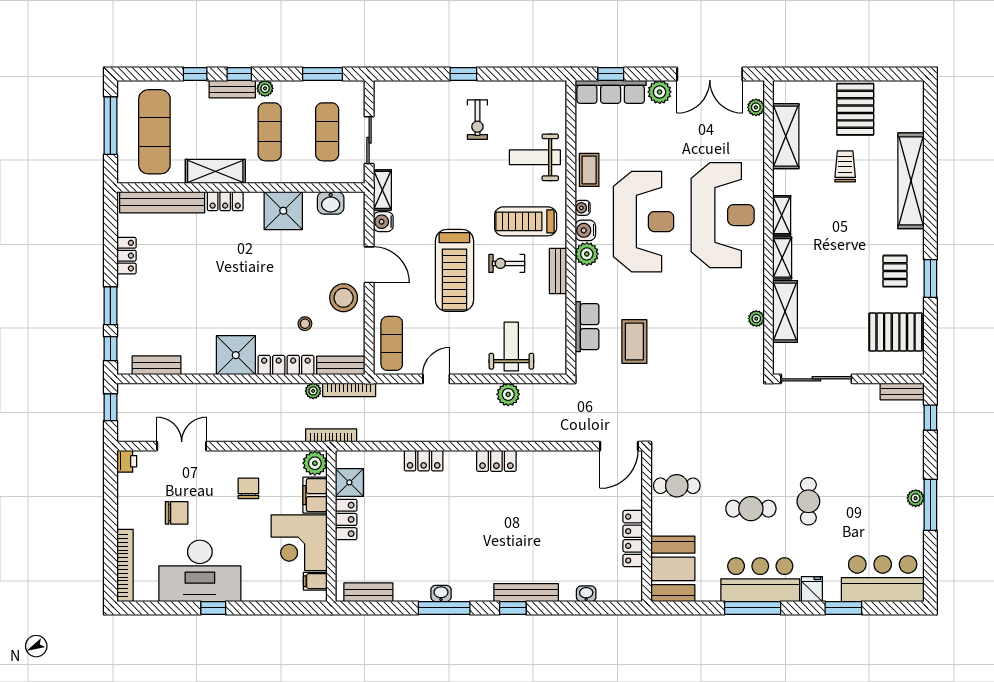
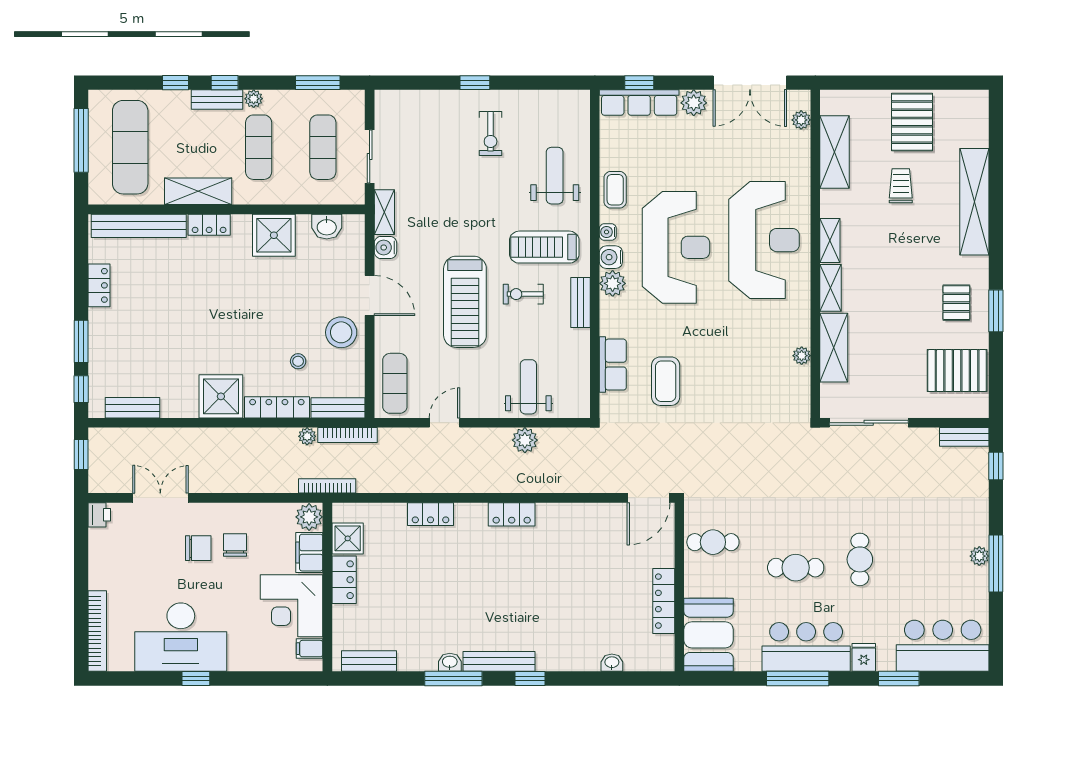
weight bench: (535, 157) -> (555, 176), turned 90
chair: (177, 513) -> (198, 548), moved
bench: (526, 593) -> (499, 661), moved

